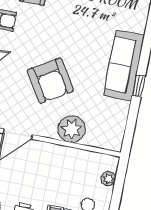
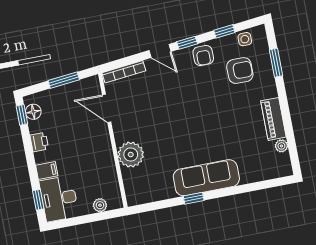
armchair: (50, 81) -> (166, 118), removed

